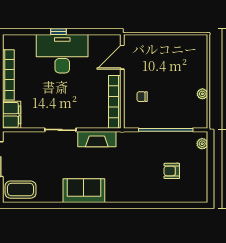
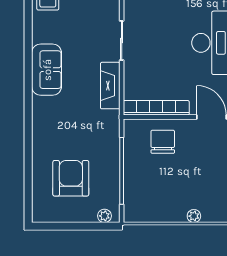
plant: (202, 94) -> (194, 216), moved
chair: (142, 97) -> (163, 142), width x1.87, depth x1.87
armchair: (172, 171) -> (71, 178), width x1.88, depth x1.88

